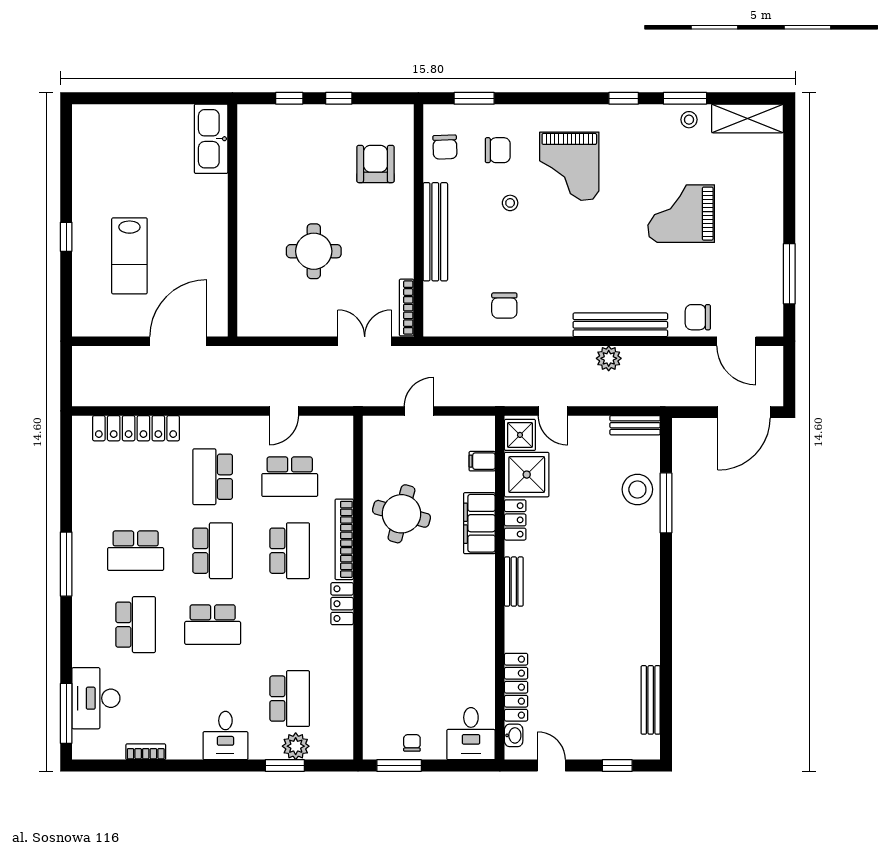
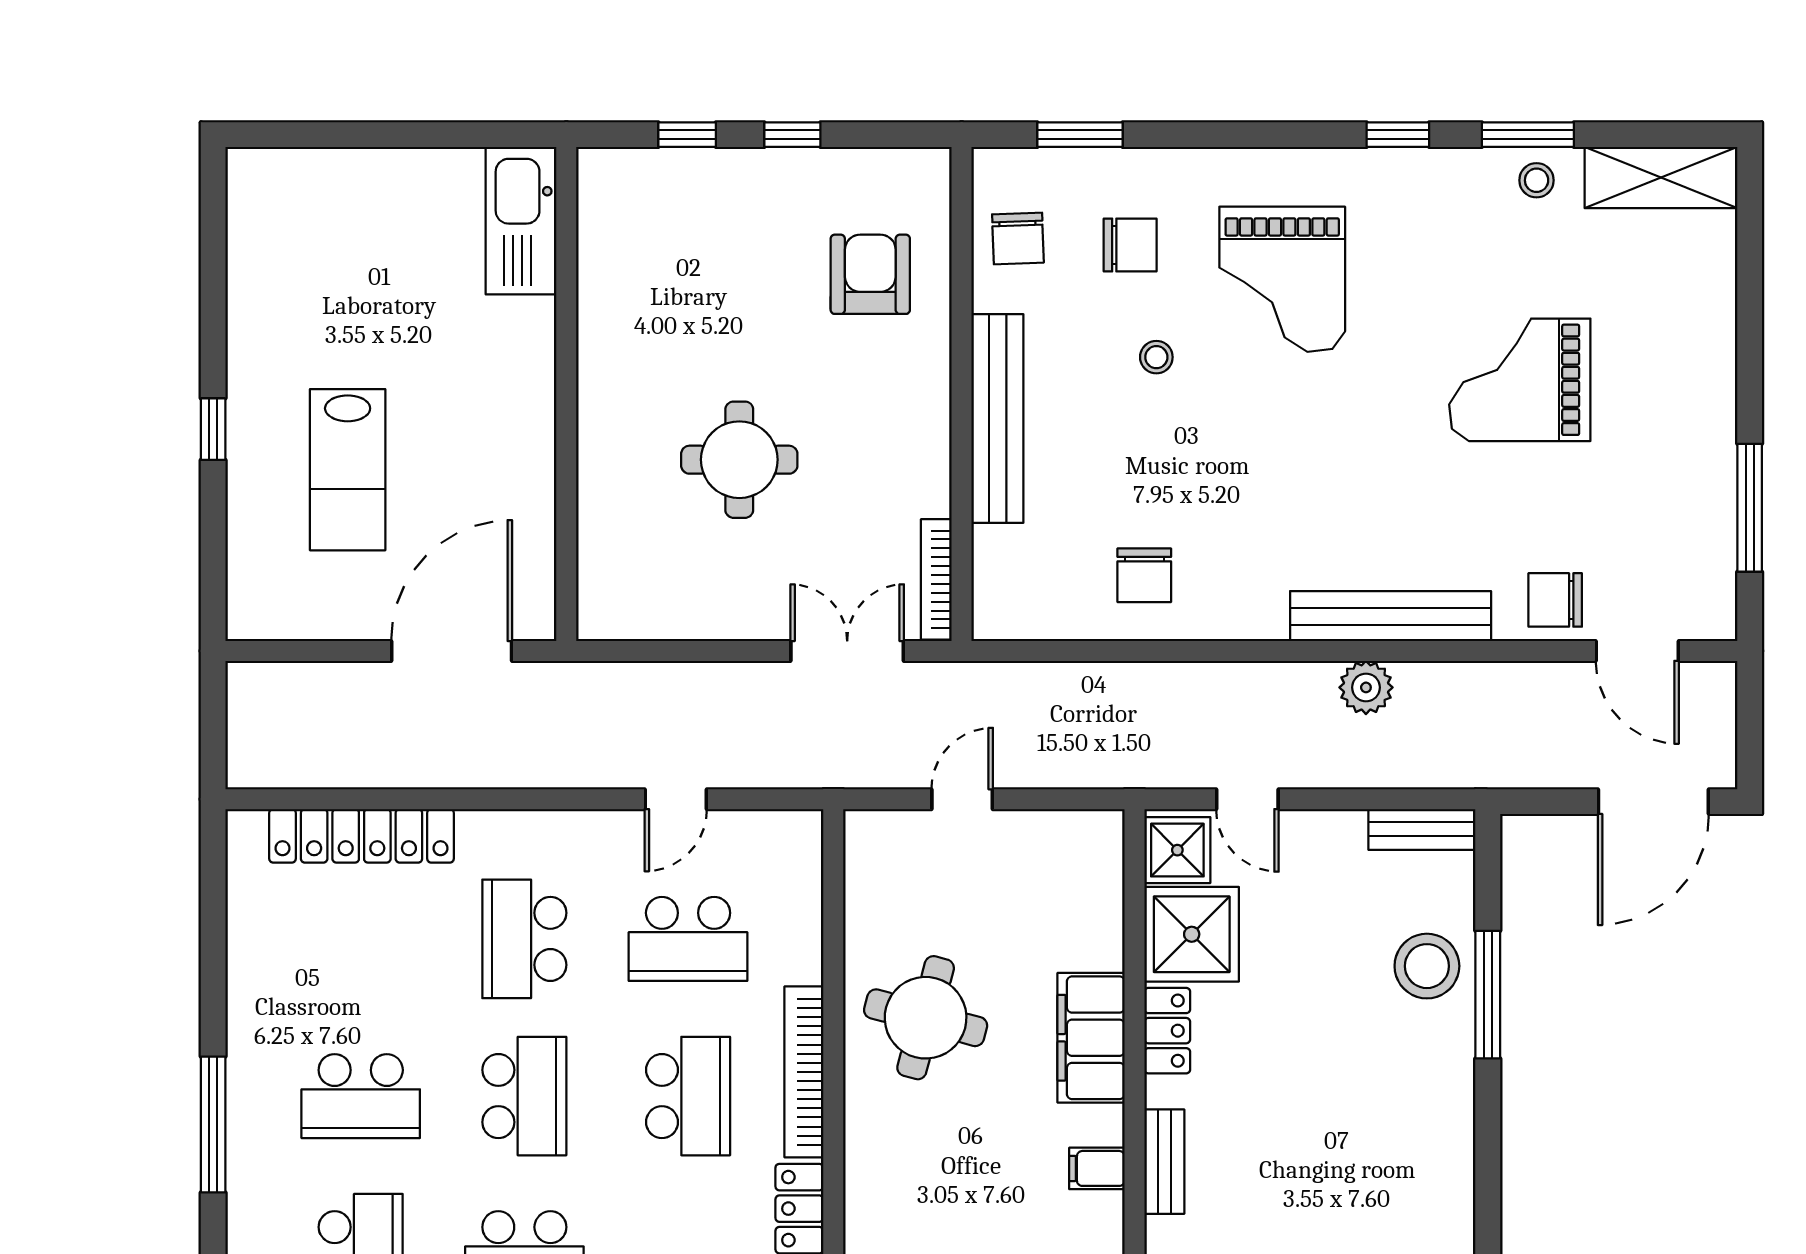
filing cabinet: (482, 461) -> (1097, 1168), moved

